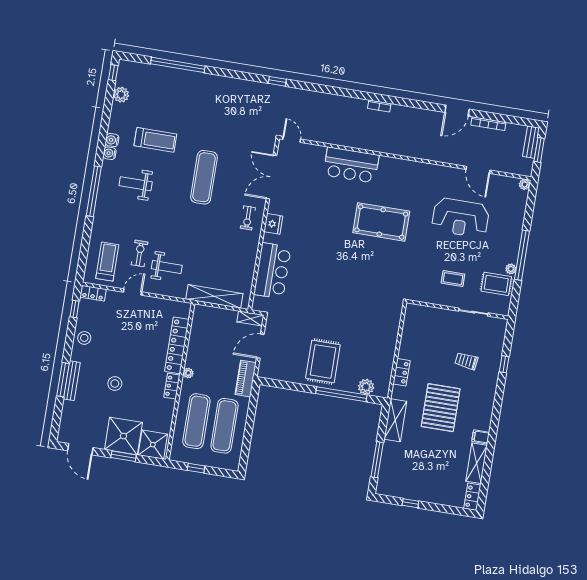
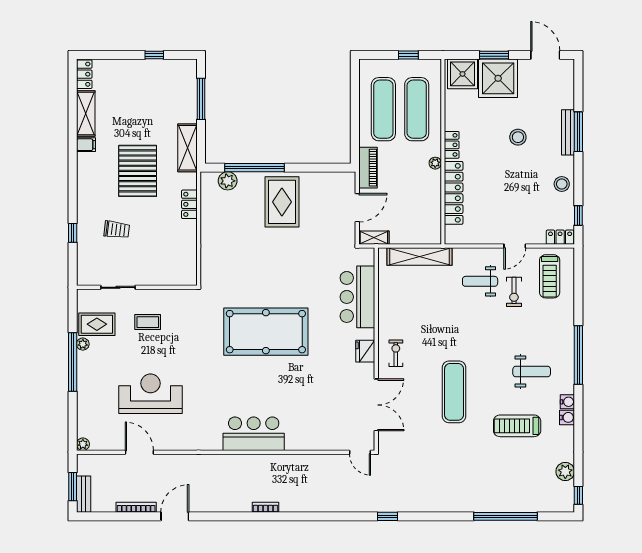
bar counter: (351, 165) -> (254, 434), moved
pool table: (381, 222) -> (266, 332), moved, width x1.36, depth x1.32

